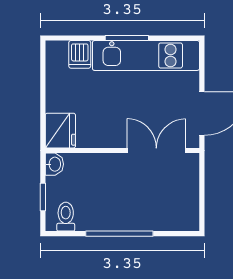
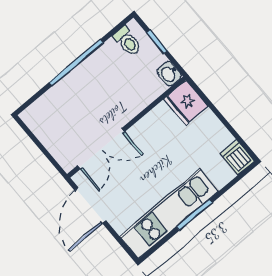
dishwasher: (80, 54) -> (237, 157), moved

